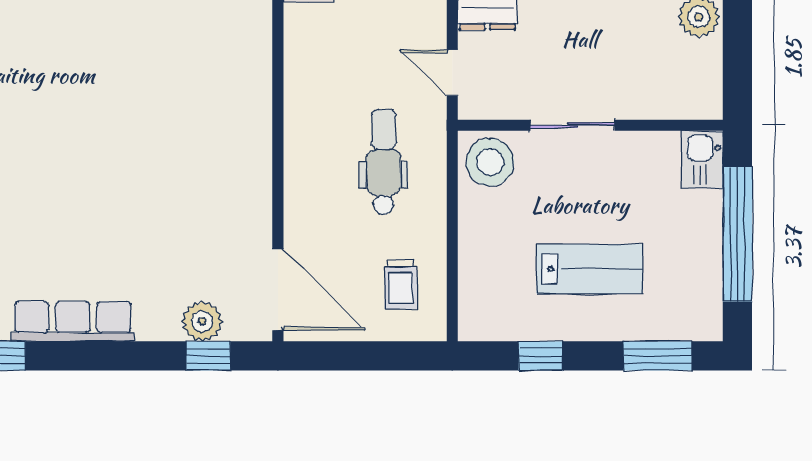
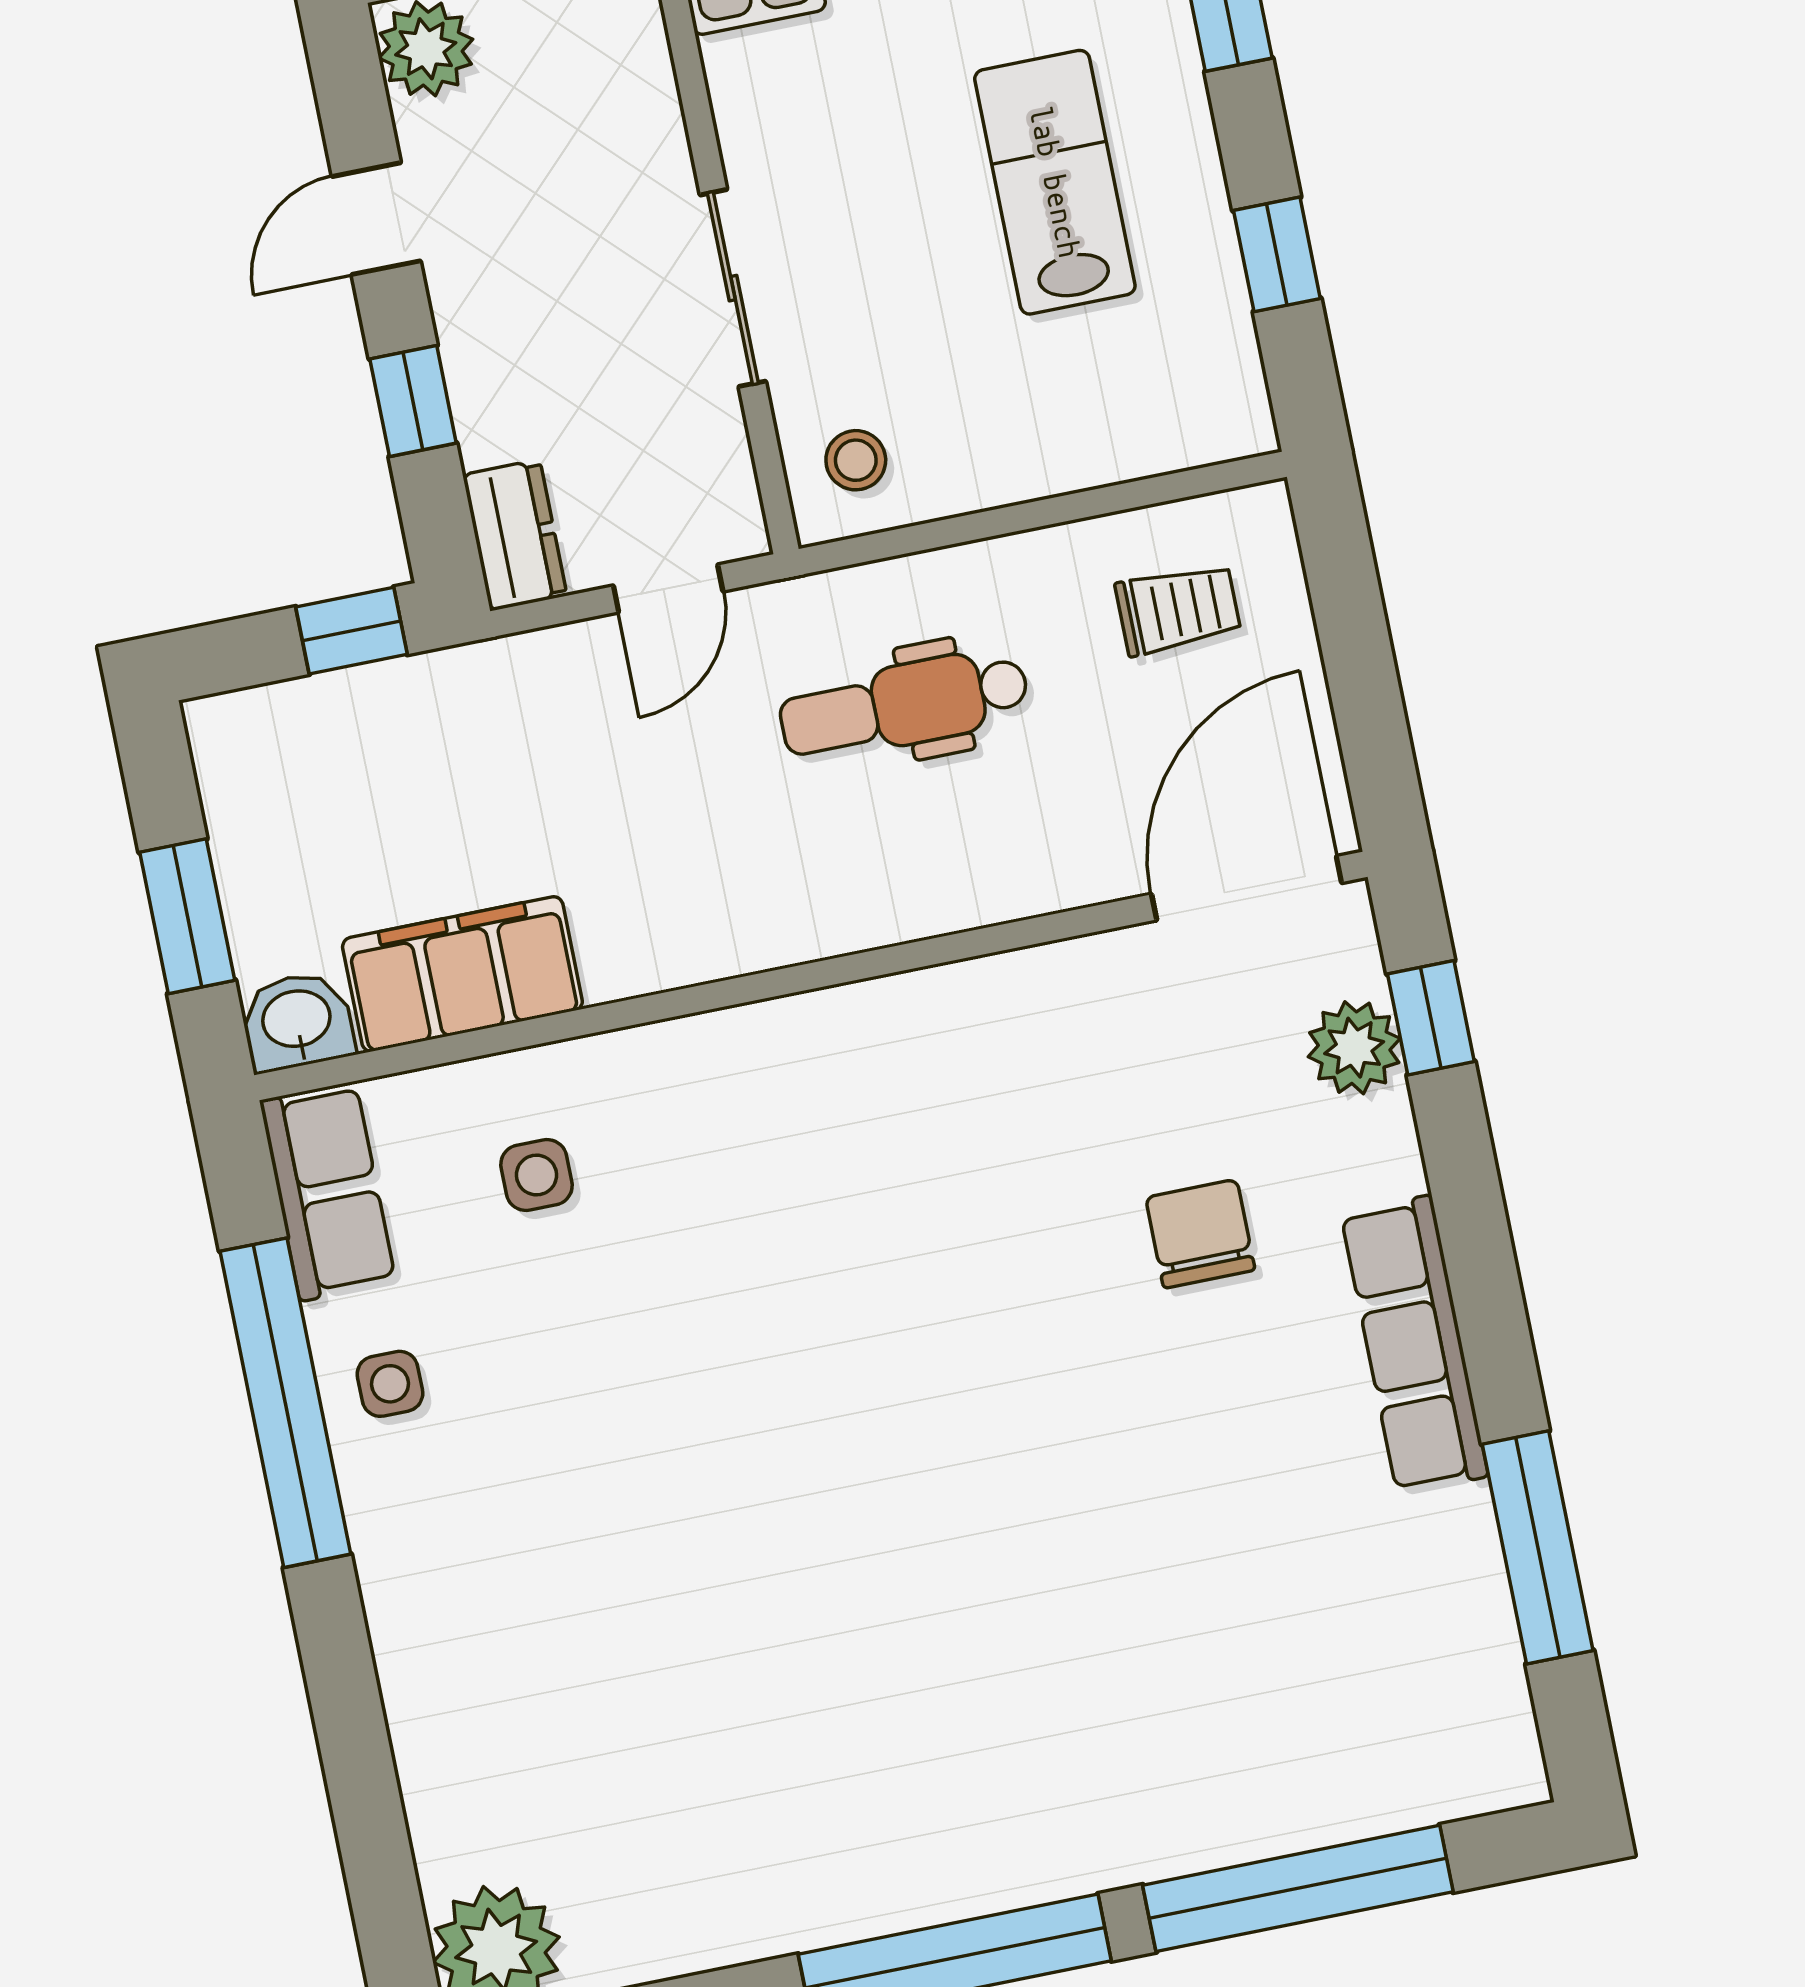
stool: (490, 162) -> (856, 460), width x0.53, depth x0.53
chair: (137, 241) -> (1200, 1234), added

